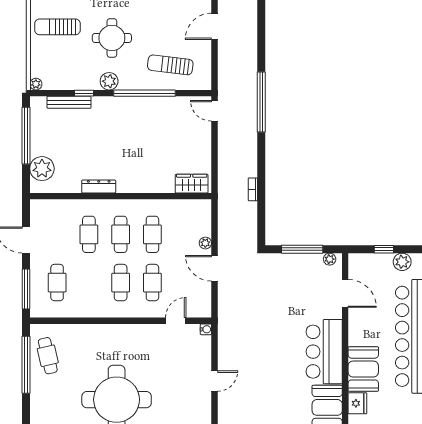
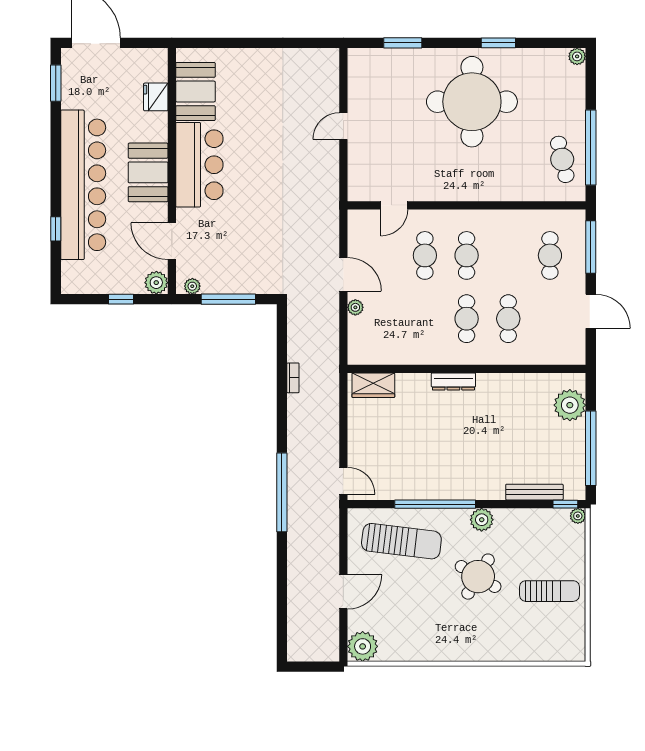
round table: (112, 38) -> (478, 577), turned 31
sun lounger: (170, 65) -> (401, 541), width x1.36, depth x1.34
window: (84, 93) -> (565, 504), moved
dresser: (99, 187) -> (453, 382), moved
cafe table: (152, 234) -> (425, 319), removed
plant: (402, 262) -> (156, 283), moved
water cooler: (206, 329) -> (355, 194), removed
booth: (363, 369) -> (148, 172), moved

